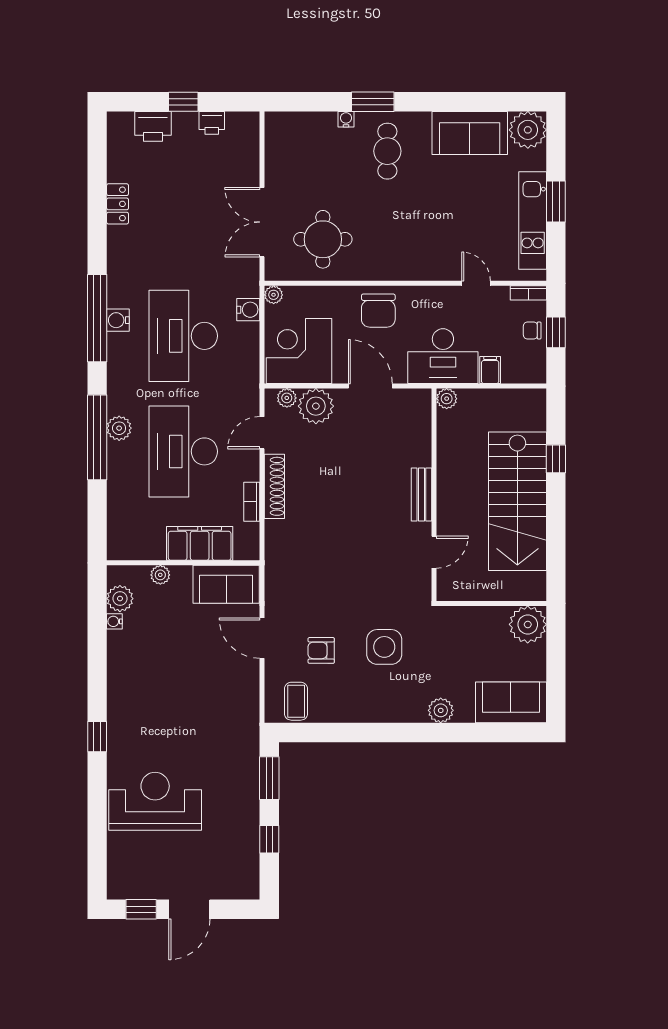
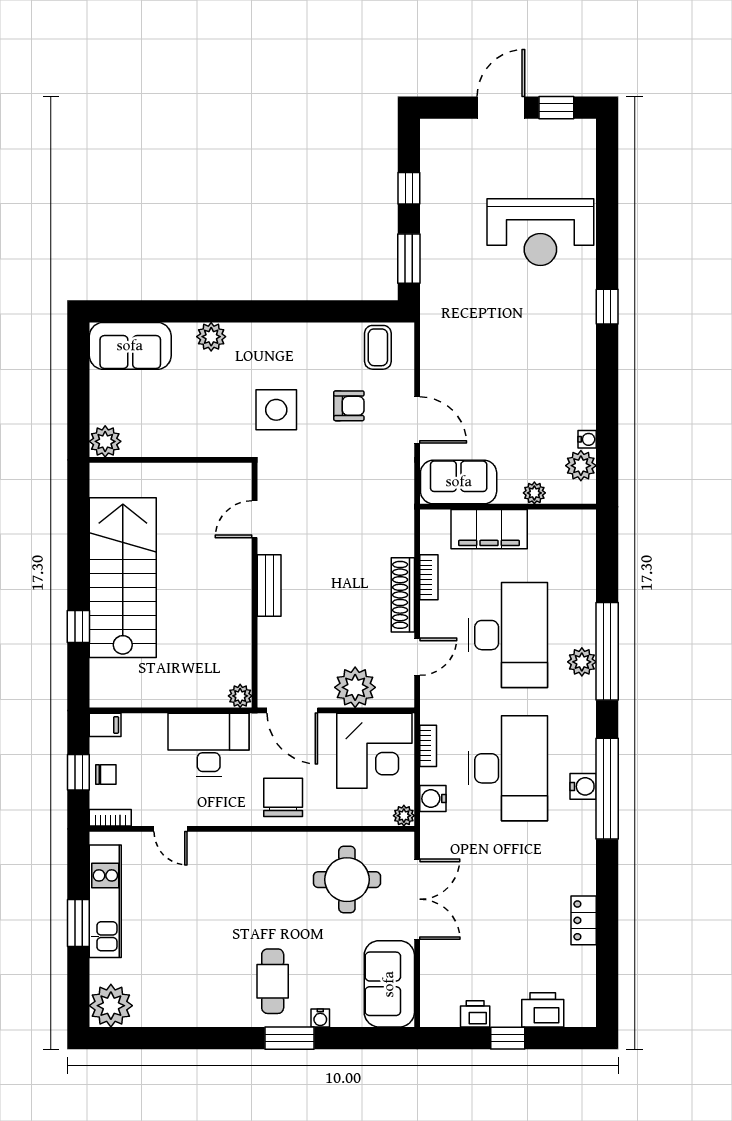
sofa: (470, 133) -> (389, 984), moved, turned -90
bookcase: (252, 355) -> (428, 746), added
filing cabinet: (490, 370) -> (105, 725), moved, turned -90
plant: (287, 398) -> (389, 697), removed
plant: (447, 399) -> (240, 696), moved
bench: (421, 495) -> (269, 585), moved
wall: (434, 495) -> (255, 585), moved
door: (434, 552) -> (255, 519), moved
plant: (528, 624) -> (105, 441), width x0.73, depth x0.73

